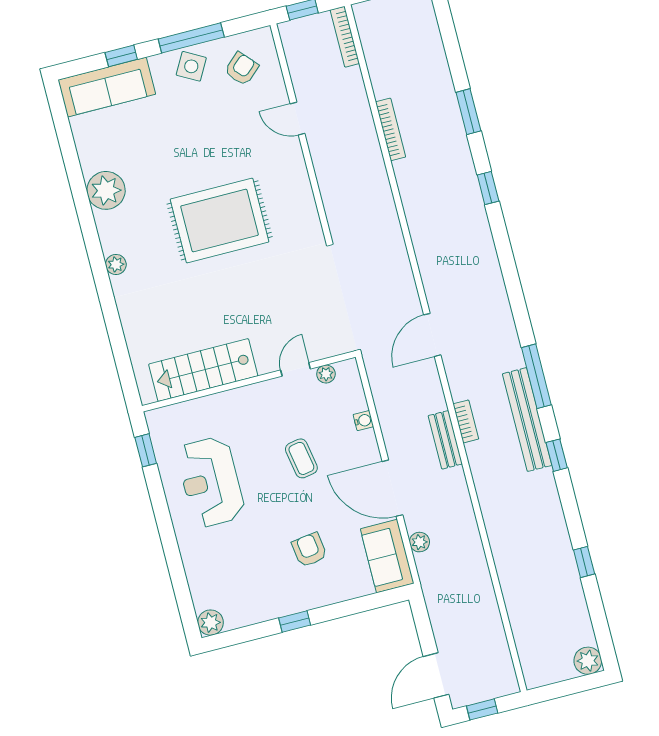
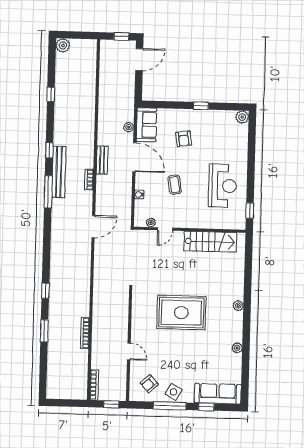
plant: (106, 190) -> (237, 348), width x0.53, depth x0.53
bench: (445, 440) -> (102, 160), moved

